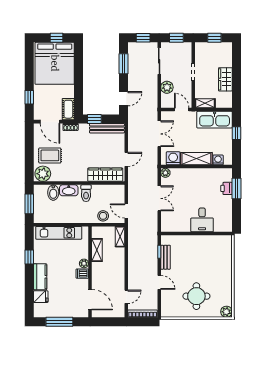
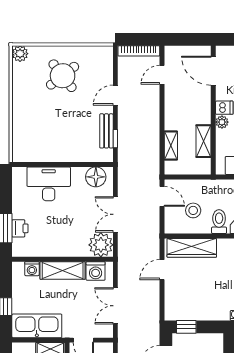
window: (94, 119) -> (186, 327), moved
bench: (107, 128) -> (189, 314), removed
plant: (165, 173) -> (101, 245), width x1.88, depth x1.88
stool: (103, 216) -> (193, 210), moved
desk: (202, 220) -> (49, 184), width x1.37
floor lamp: (173, 225) -> (96, 177), added
shelving: (120, 237) -> (171, 146), moved
door: (159, 282) -> (115, 95), hinge flipped
round table: (196, 296) -> (63, 76), turned -38

